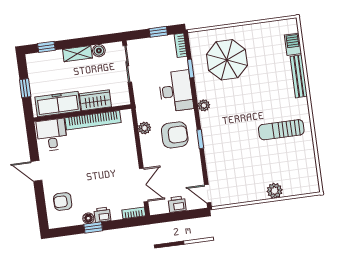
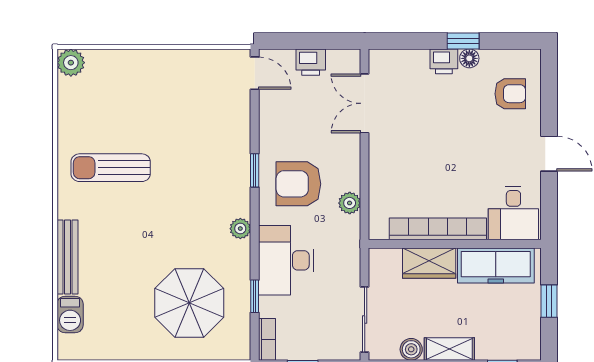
sun lounger: (281, 130) -> (111, 168), turned 180
plant: (275, 191) -> (71, 63), moved
bookcase: (134, 213) -> (389, 57), removed

